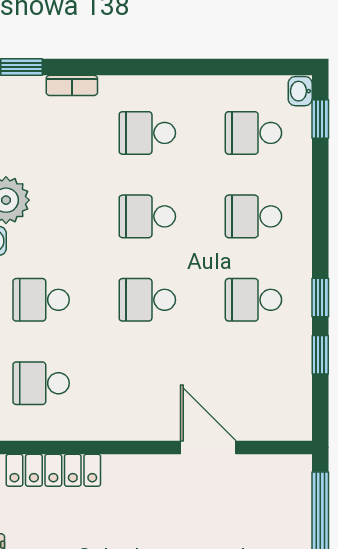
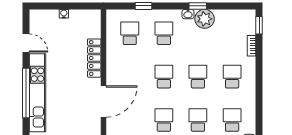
door: (208, 448) -> (103, 102), width x1.36
locker: (53, 470) -> (94, 58), moved

